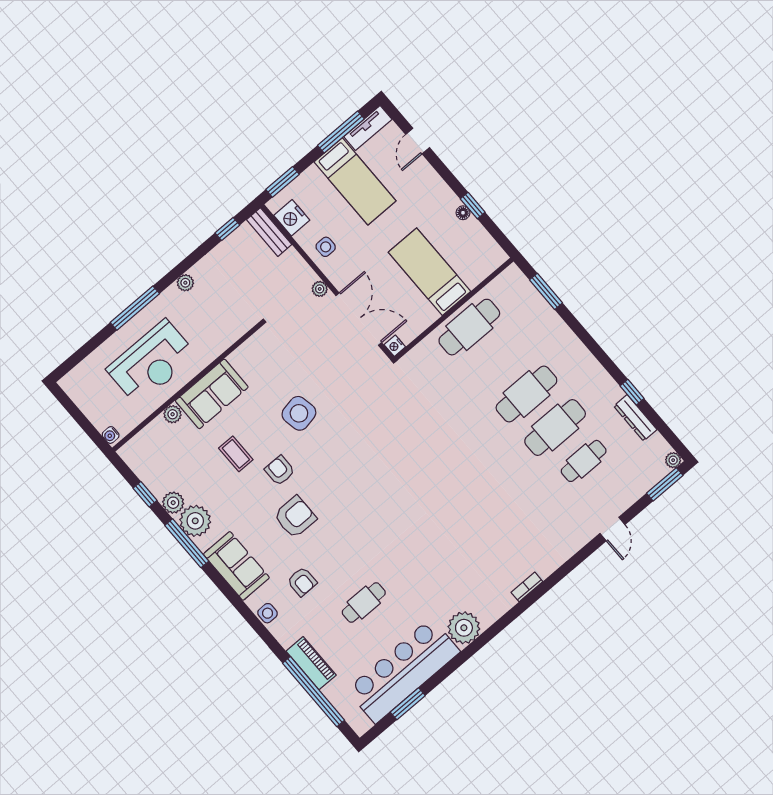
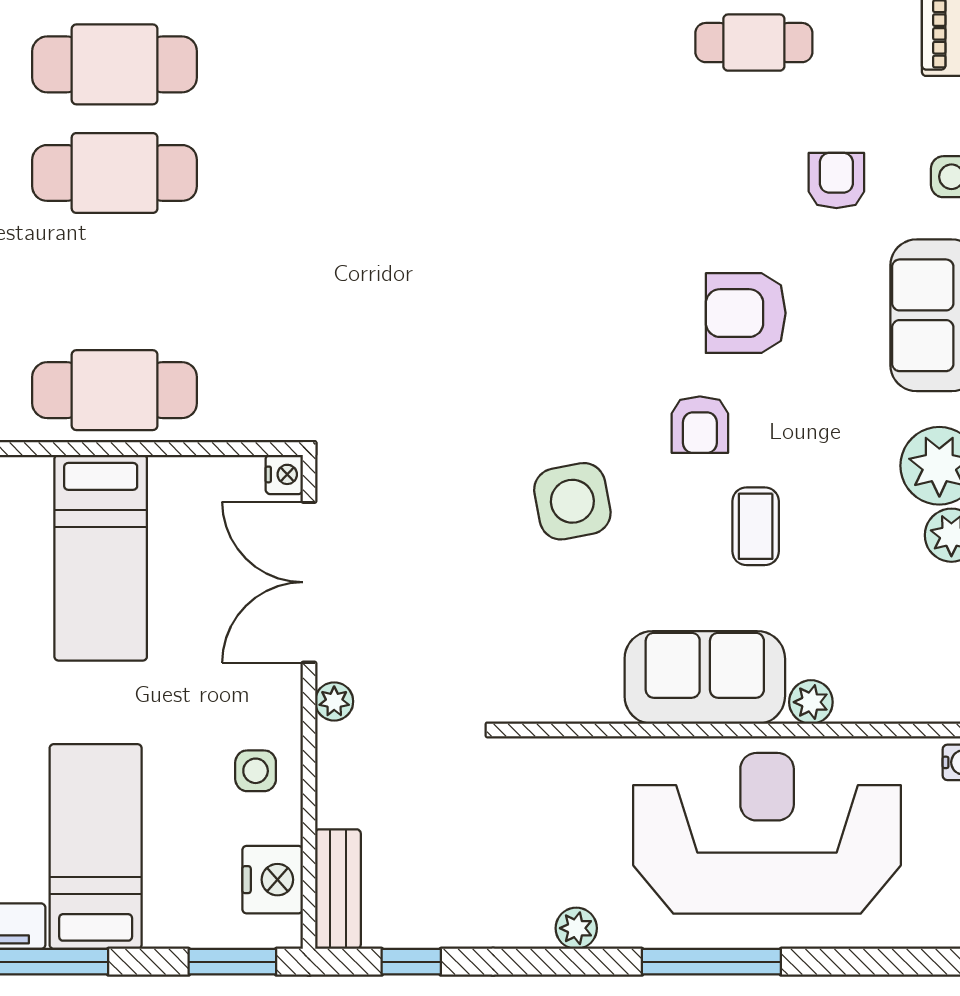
reception desk: (152, 362) -> (767, 833), width x1.36, depth x1.30

